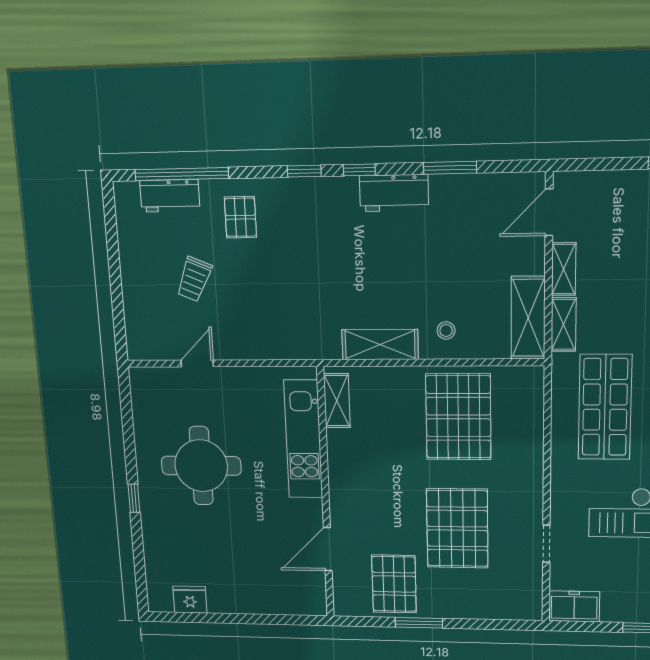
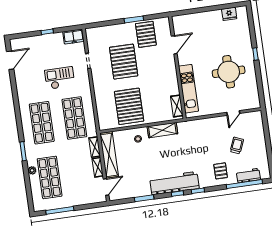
workbench: (394, 193) -> (174, 183), width x1.88, depth x1.32
shelving: (528, 318) -> (109, 155), width x1.47

